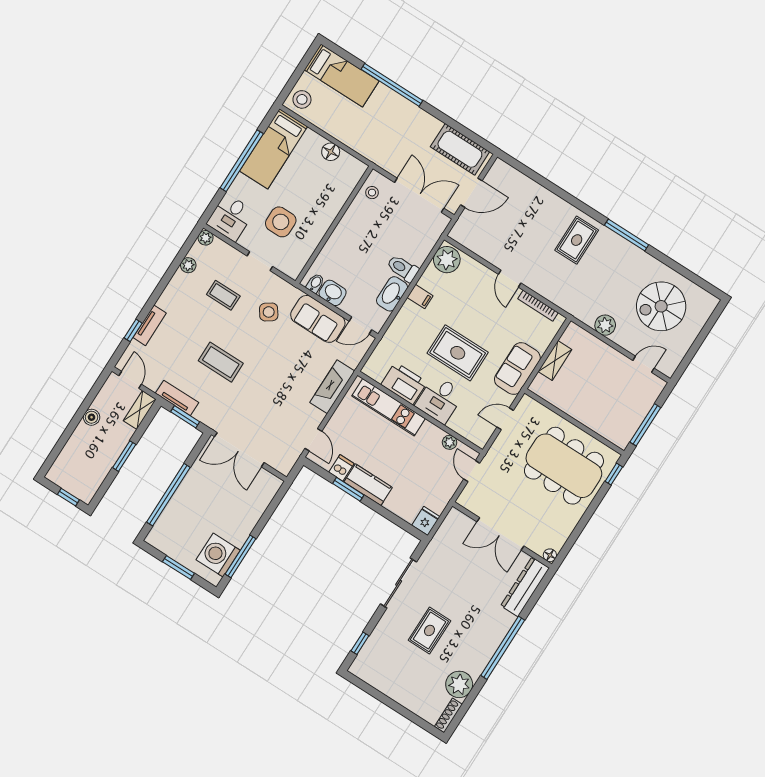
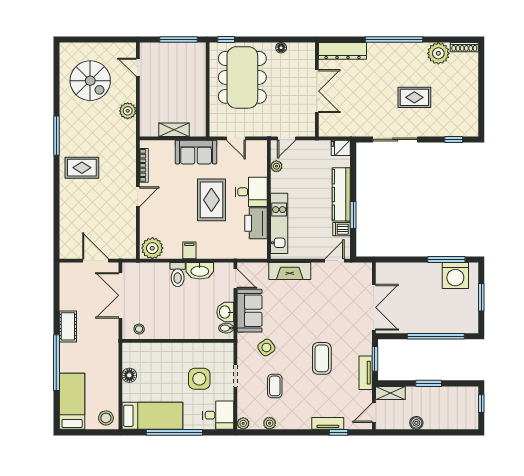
cot: (460, 149) -> (68, 326), moved, width x0.73, depth x0.75
kitchen counter: (368, 485) -> (341, 194), width x1.50
floor lamp: (550, 555) -> (281, 48), moved

